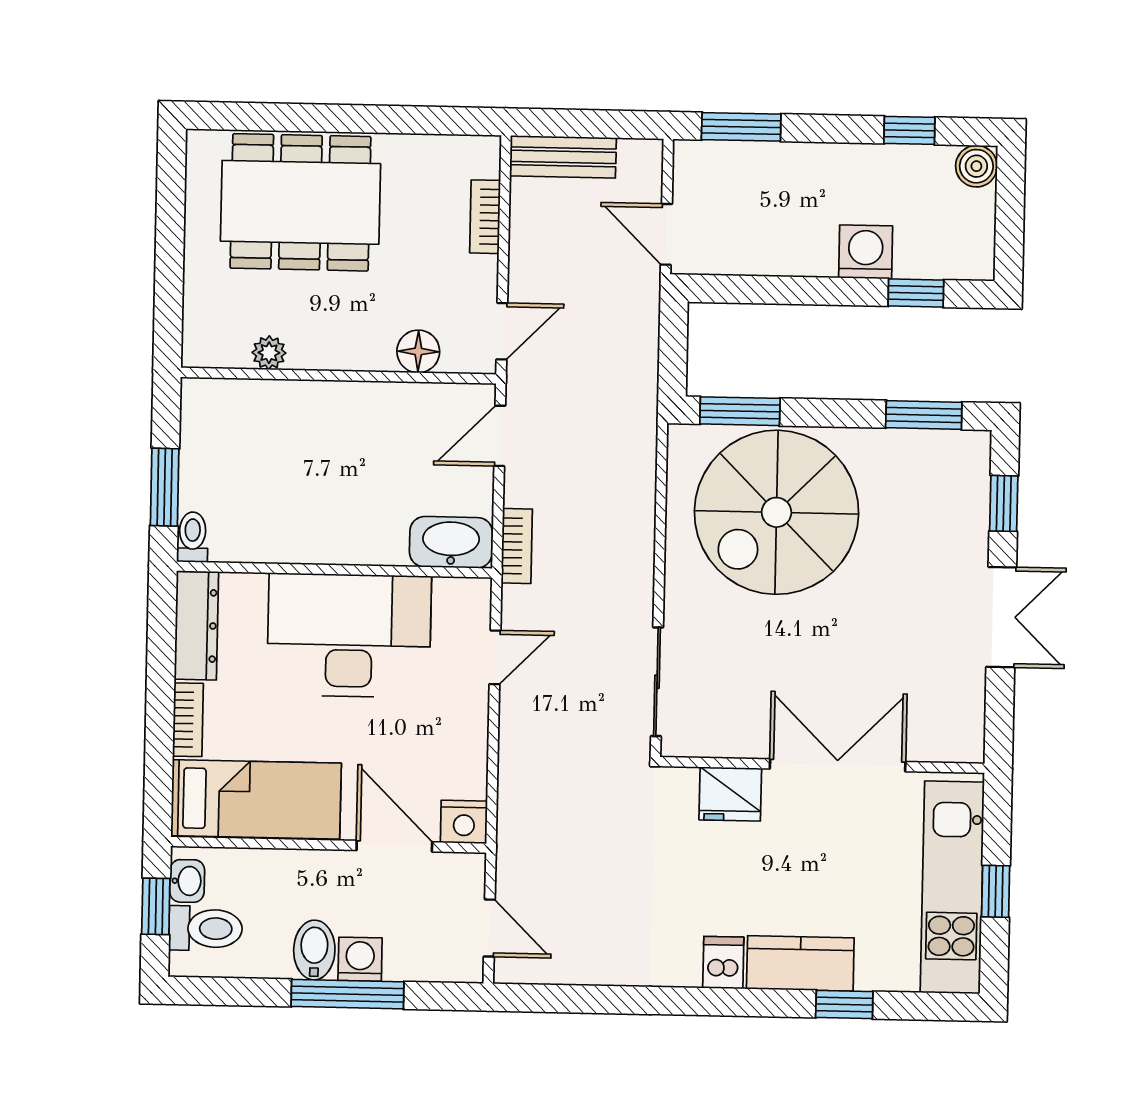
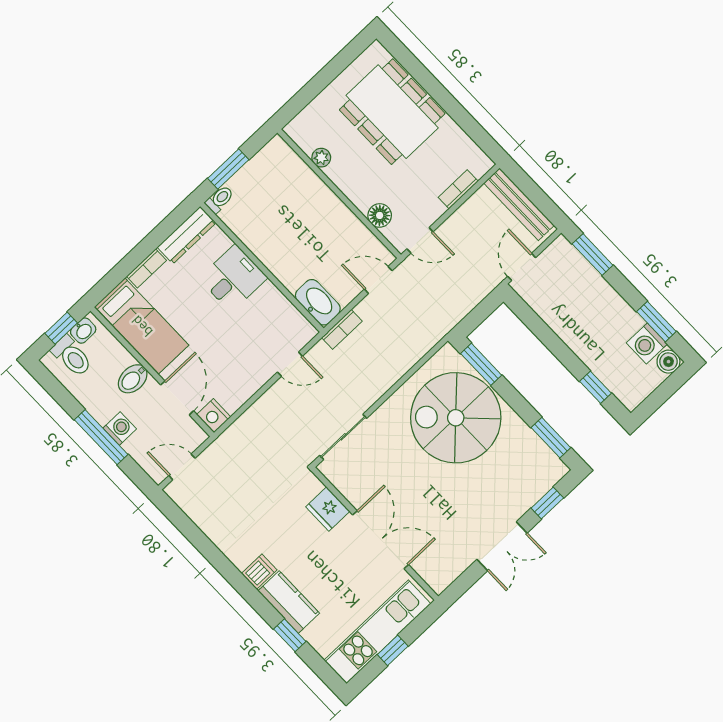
window: (909, 130) -> (656, 322), width x1.50
bench: (563, 157) -> (519, 204), width x1.36
washing machine: (866, 252) -> (647, 343), moved, turned 180
desk: (349, 635) -> (233, 278), width x0.53, depth x0.77
door: (489, 928) -> (182, 467), swing flipped
bidet: (314, 950) -> (133, 379), moved, turned 180

